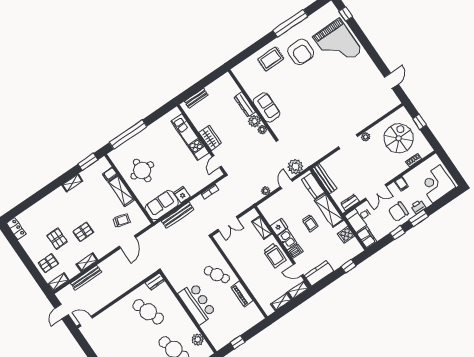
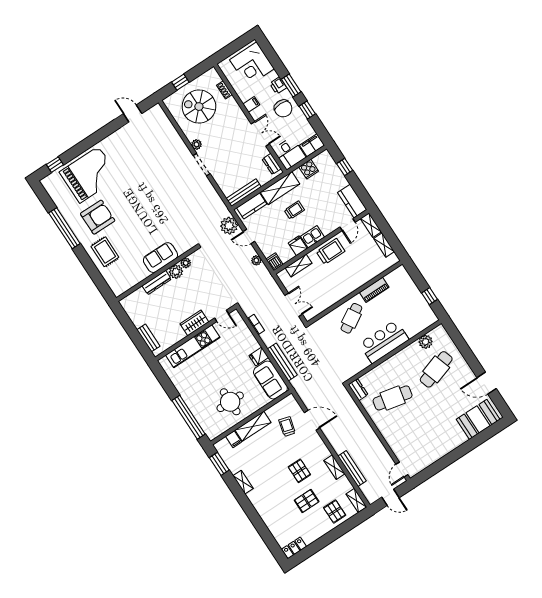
dishwasher: (295, 251) -> (275, 262), moved
cafe table: (148, 312) -> (393, 398), turned 33

